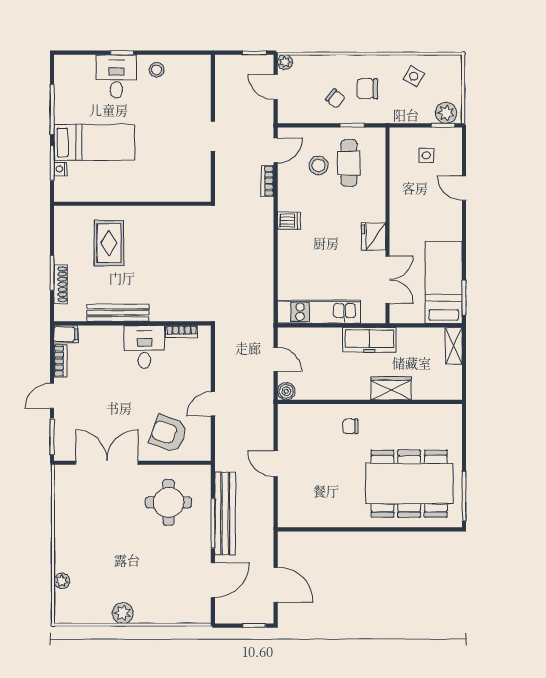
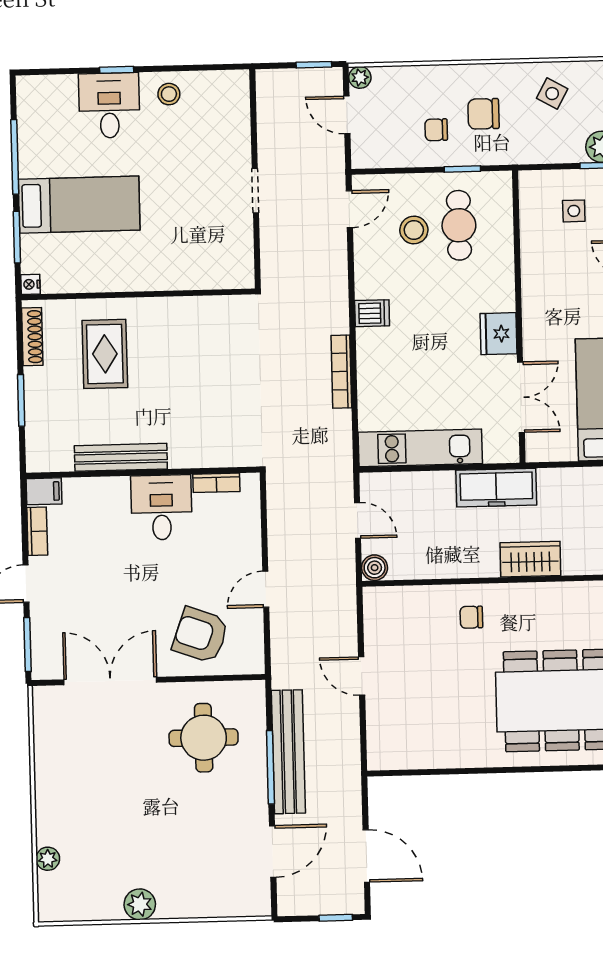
chair: (335, 99) -> (436, 130), turned 140
nightstand: (60, 169) -> (30, 284), moved
bookcase: (267, 181) -> (341, 372), moved, width x1.56
shoe rack: (61, 284) -> (32, 337), moved

